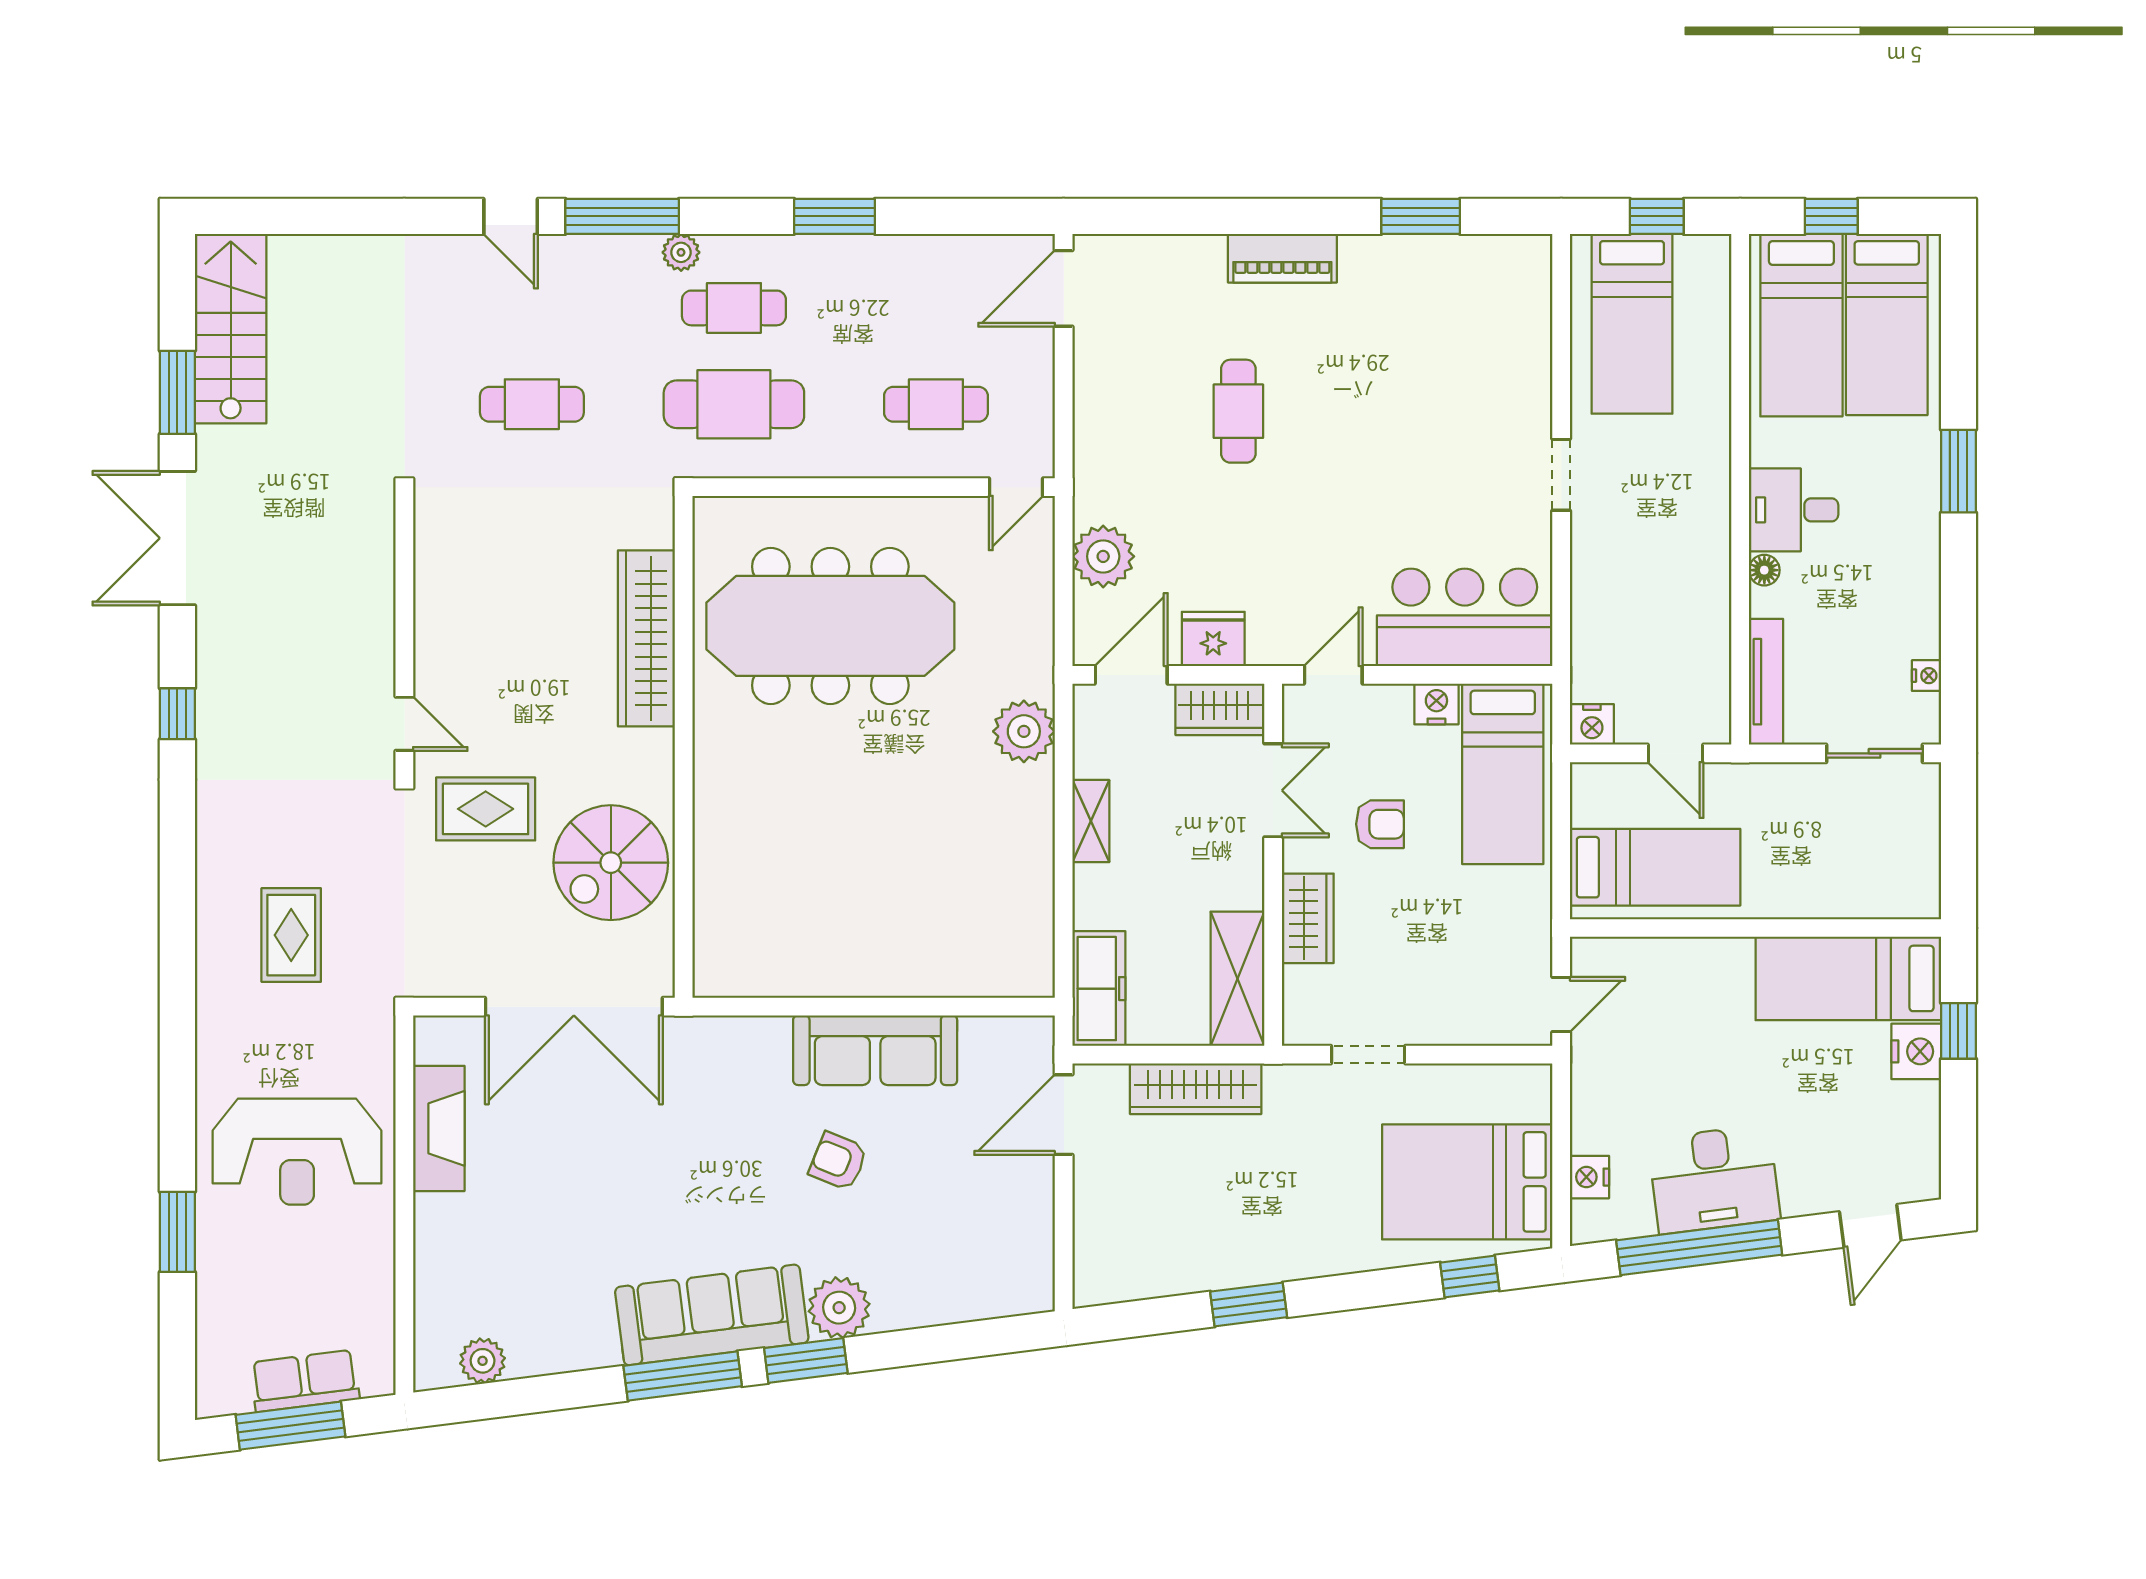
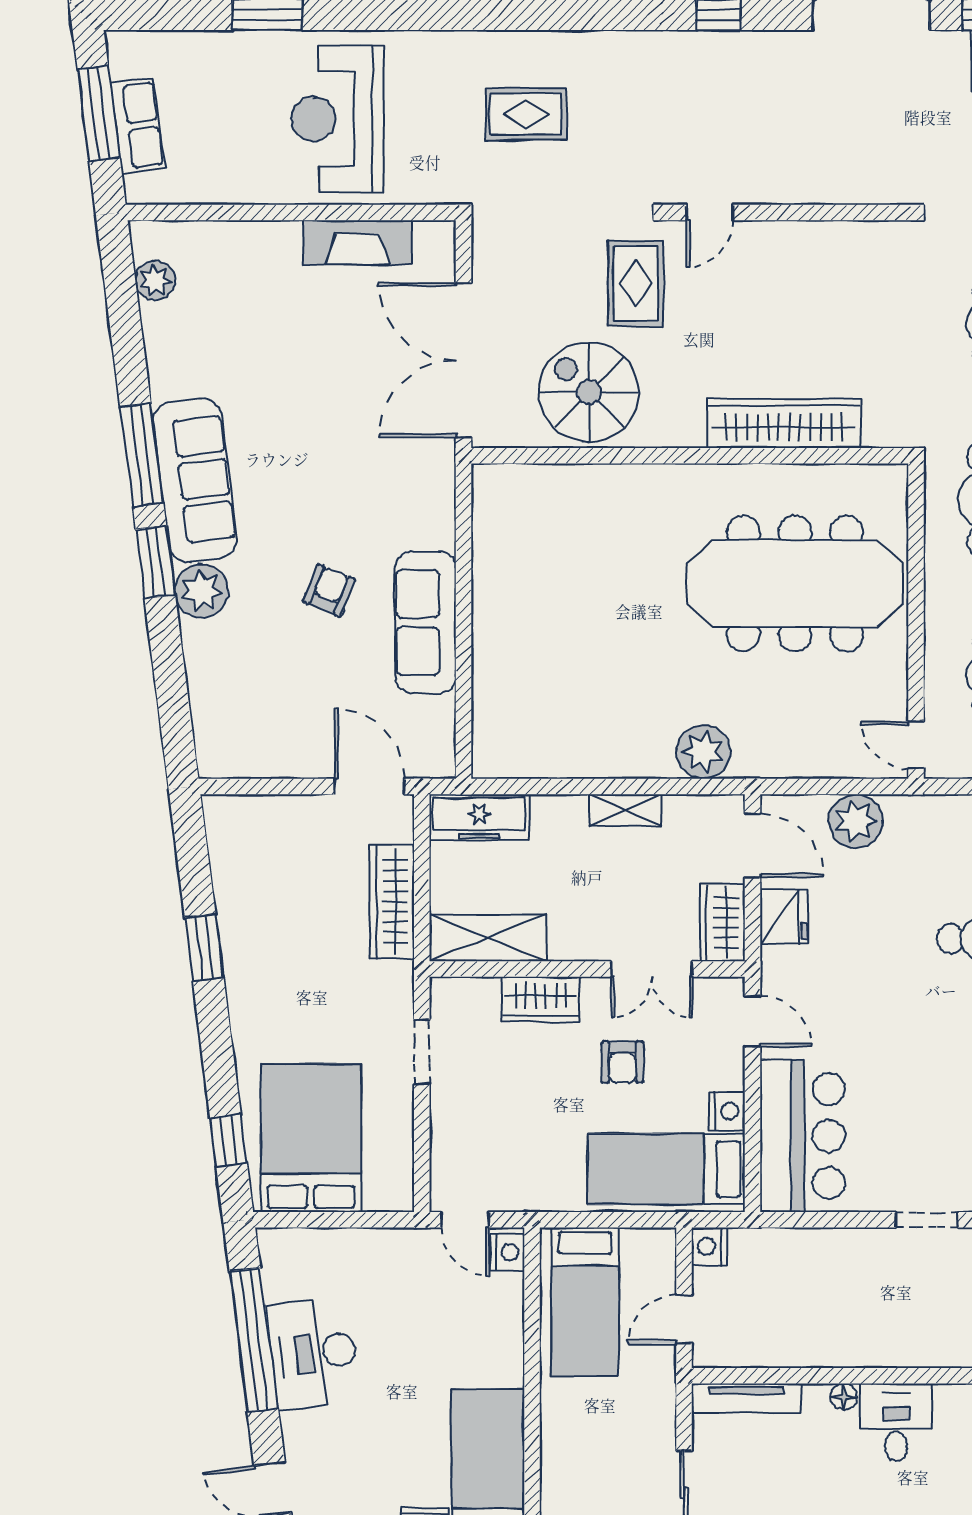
meeting table: (830, 626) -> (795, 583), turned 90
nightstand: (1590, 1177) -> (507, 1253), moved, turned 90

